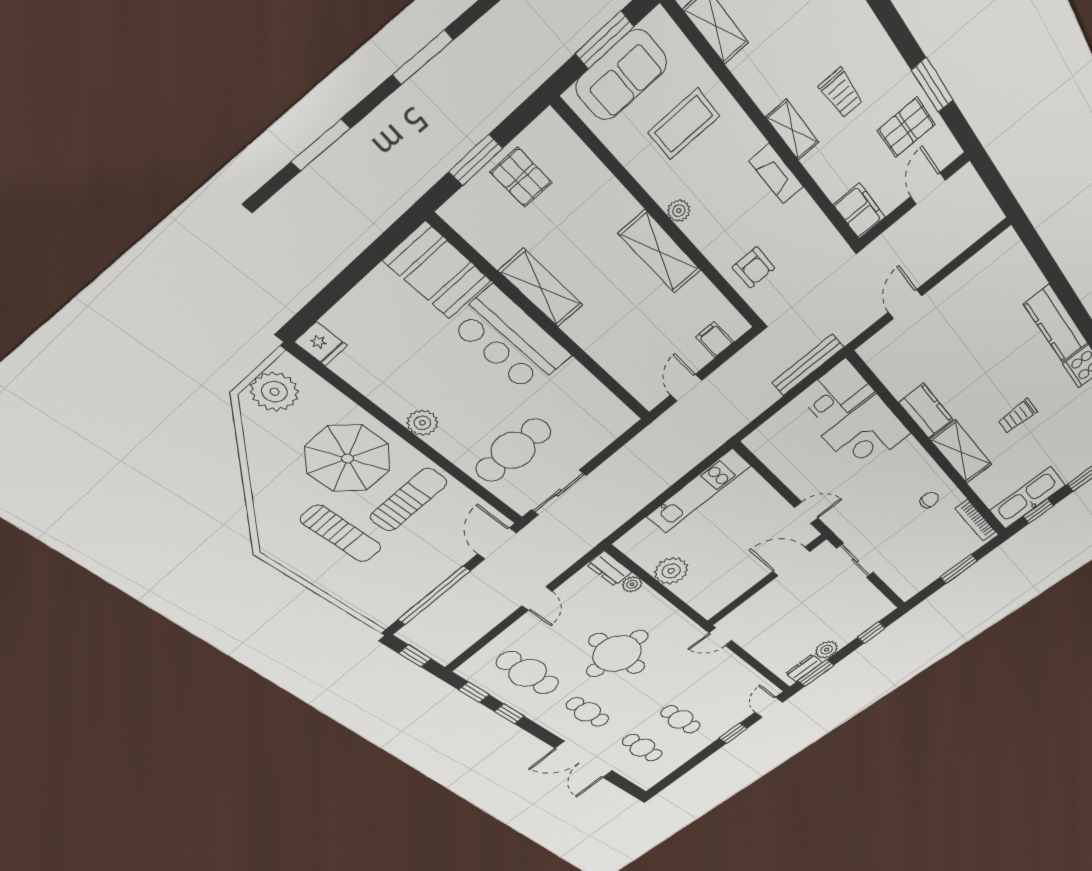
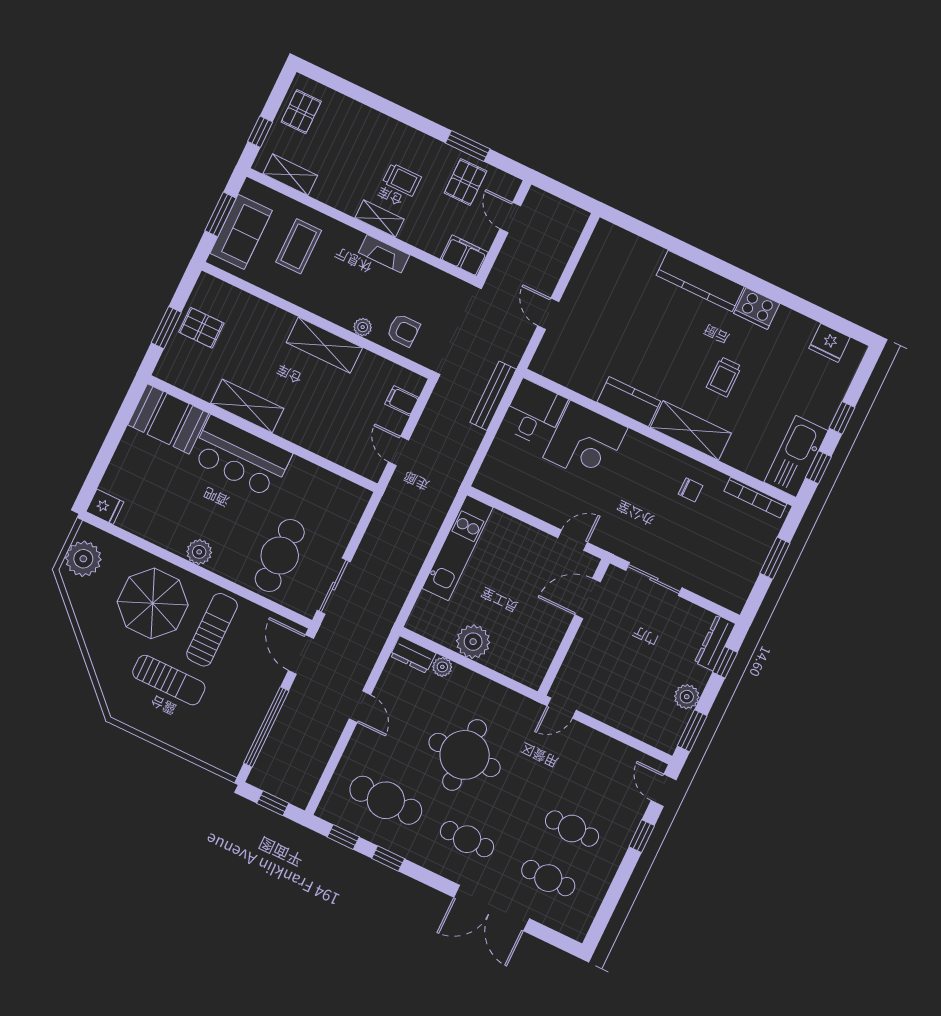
plant: (679, 211) -> (363, 327), moved
chair: (929, 500) -> (691, 490), turned 90
dresser: (804, 668) -> (715, 643), moved, width x1.44

